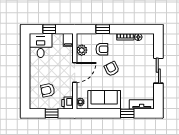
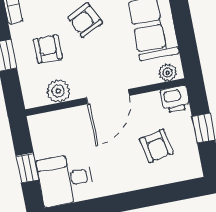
filing cabinet: (68, 40) -> (42, 124), removed
door: (75, 72) -> (108, 97), swing flipped

